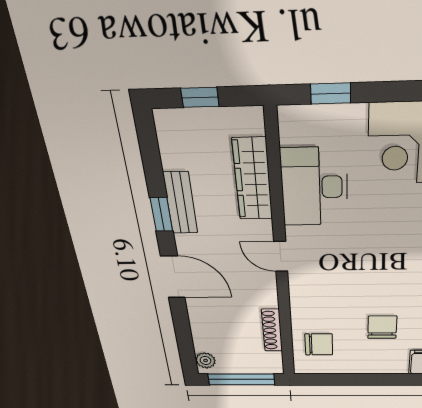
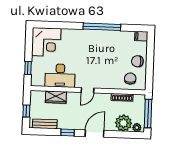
wardrobe: (253, 179) -> (56, 97), width x0.67
bench: (180, 203) -> (45, 124), moved
chair: (382, 327) -> (137, 61), moved
plant: (211, 335) -> (123, 123), added

